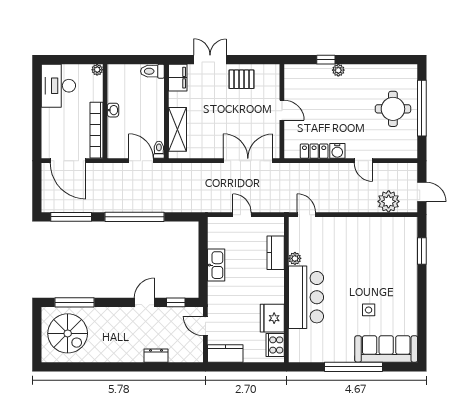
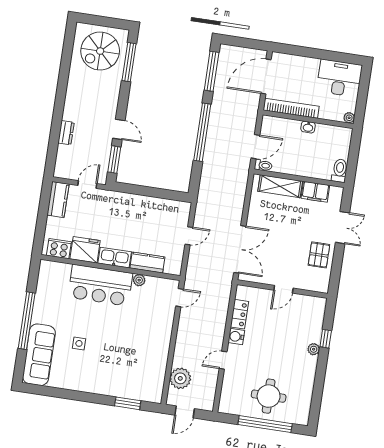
filing cabinet: (178, 78) -> (315, 192), moved
kitchen sink: (216, 265) -> (115, 258), moved, turned 180
window: (176, 302) -> (114, 159), width x1.50

